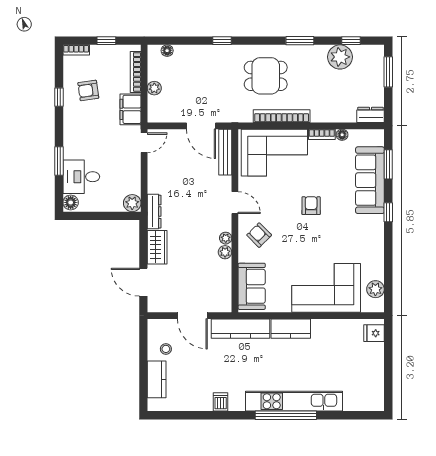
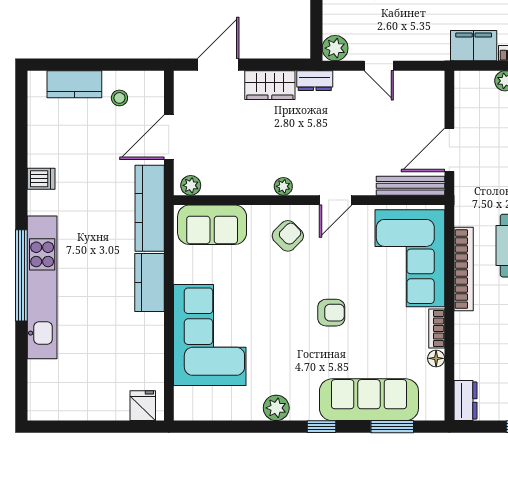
door: (144, 143) -> (379, 66), moved
dresser: (154, 212) -> (315, 81), width x0.70
plant: (225, 252) -> (191, 185), moved
plant: (375, 289) -> (276, 408), moved

